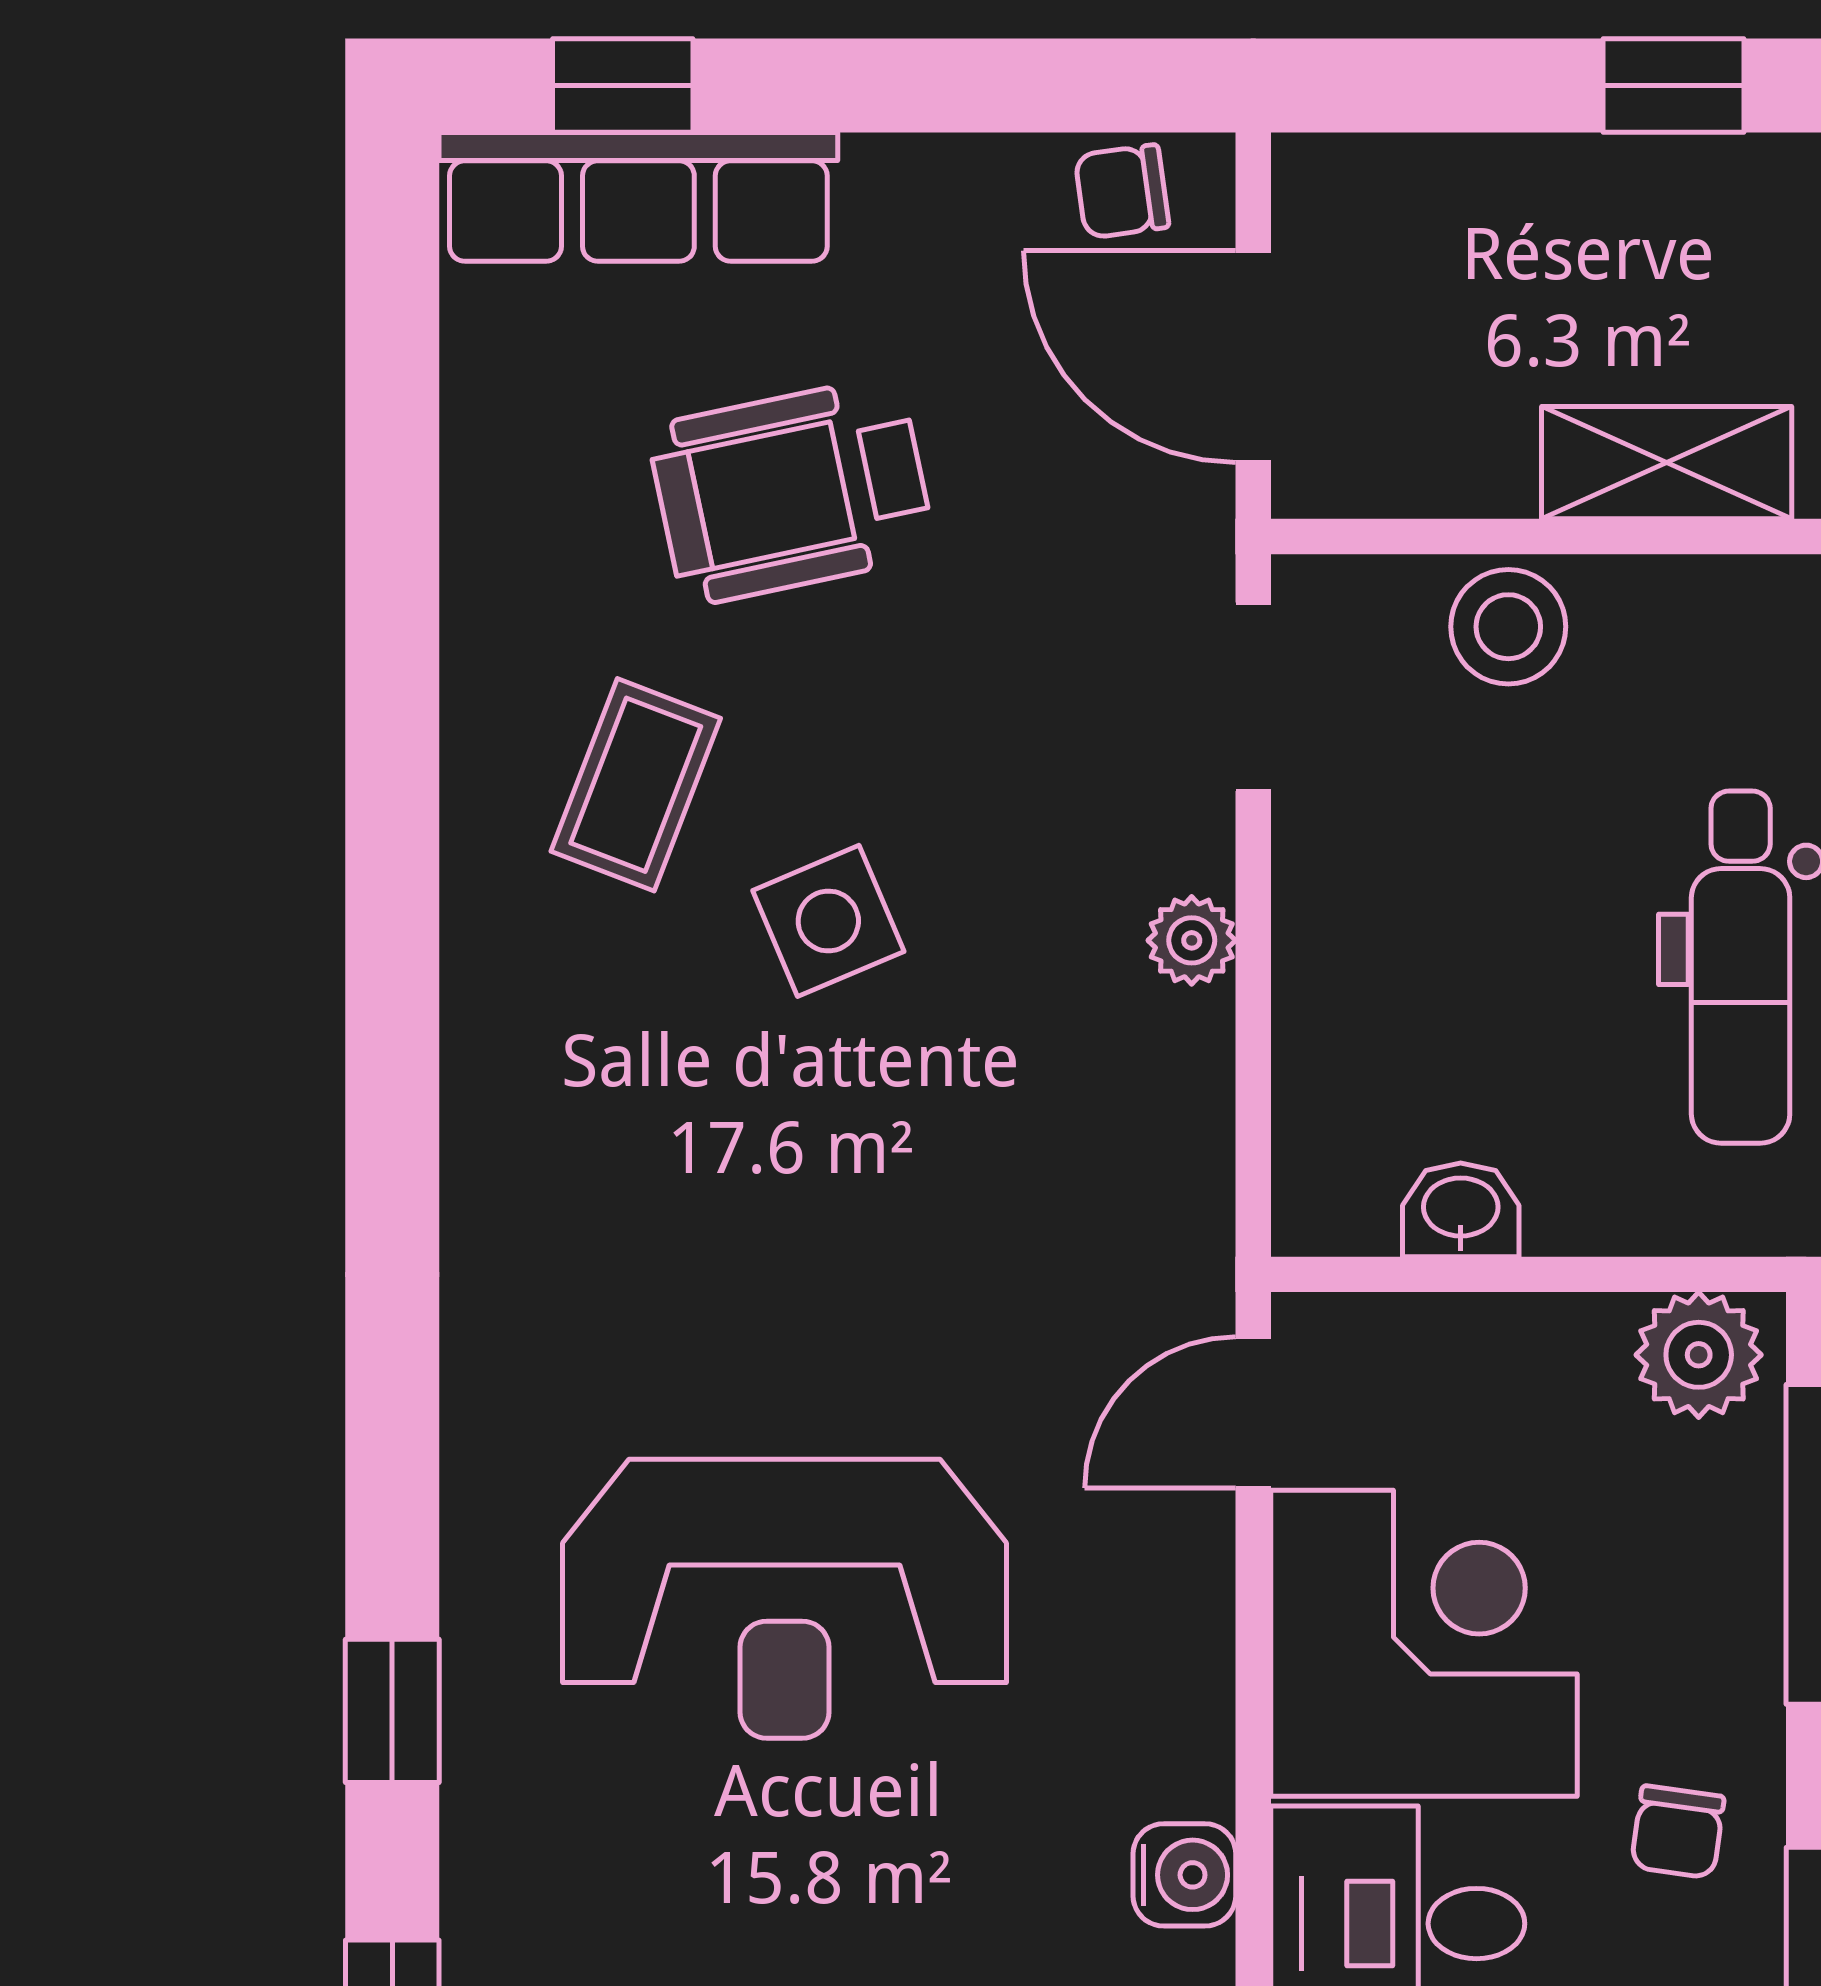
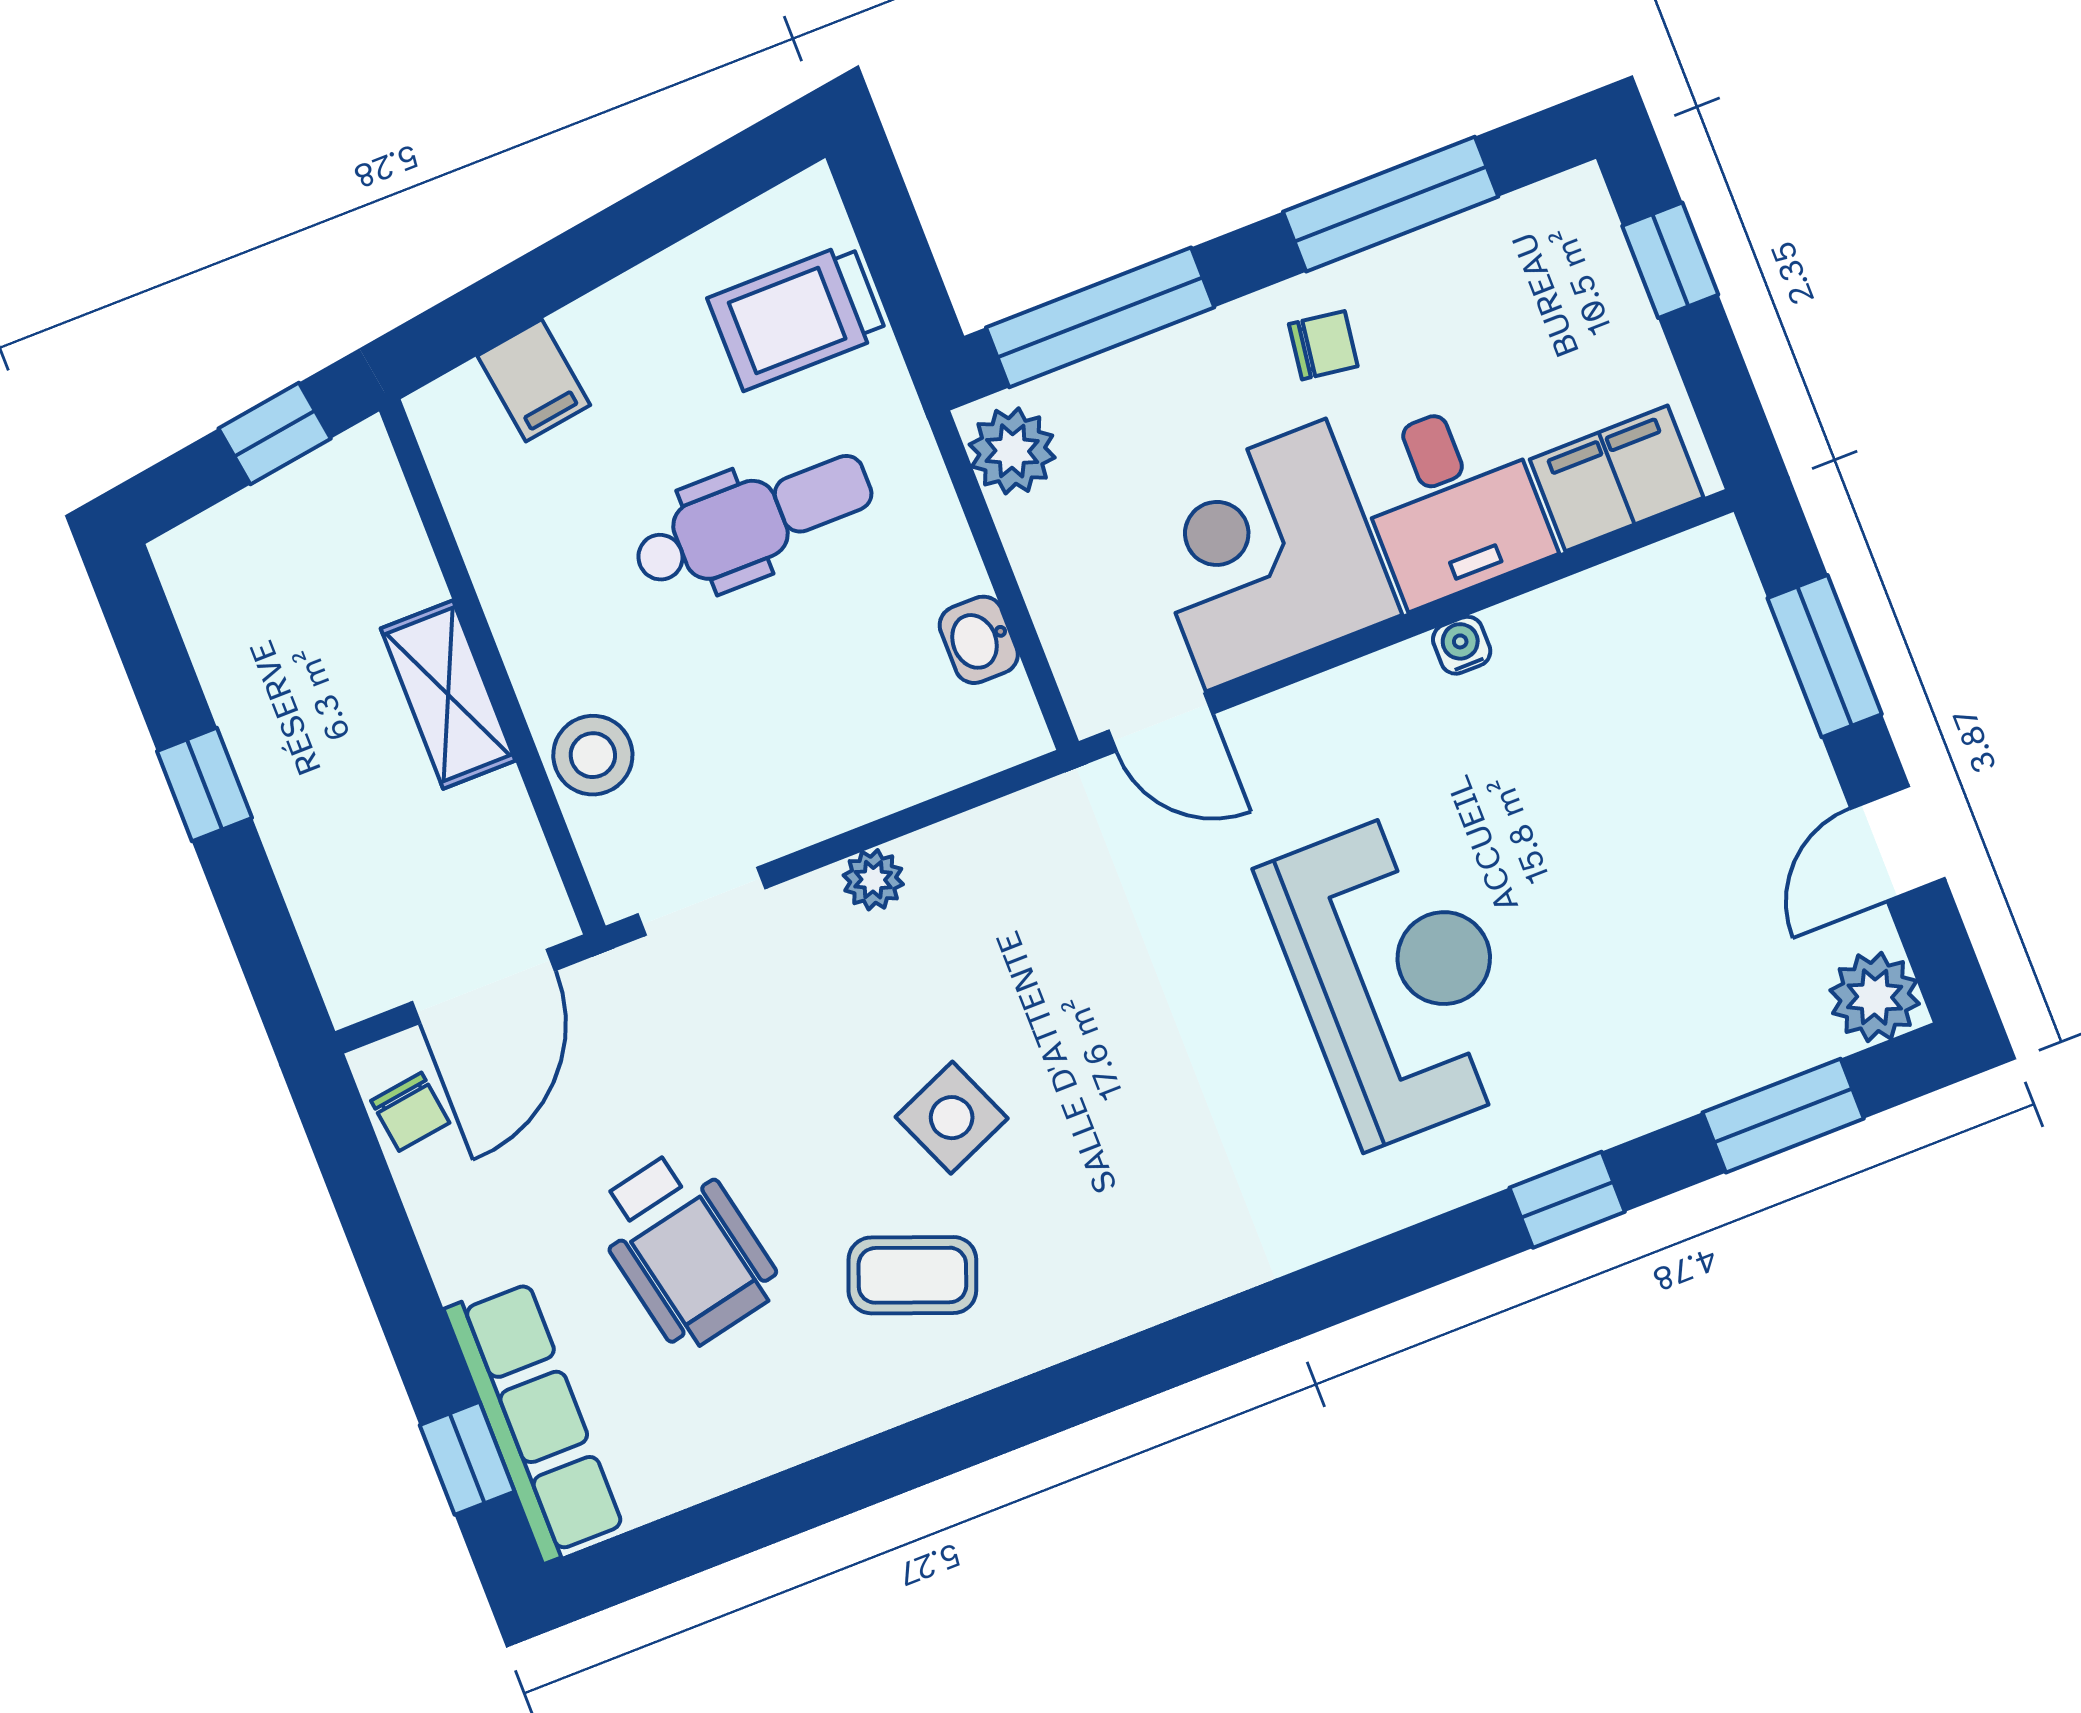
water cooler: (1184, 1875) -> (1462, 645), width x0.72, depth x0.72

